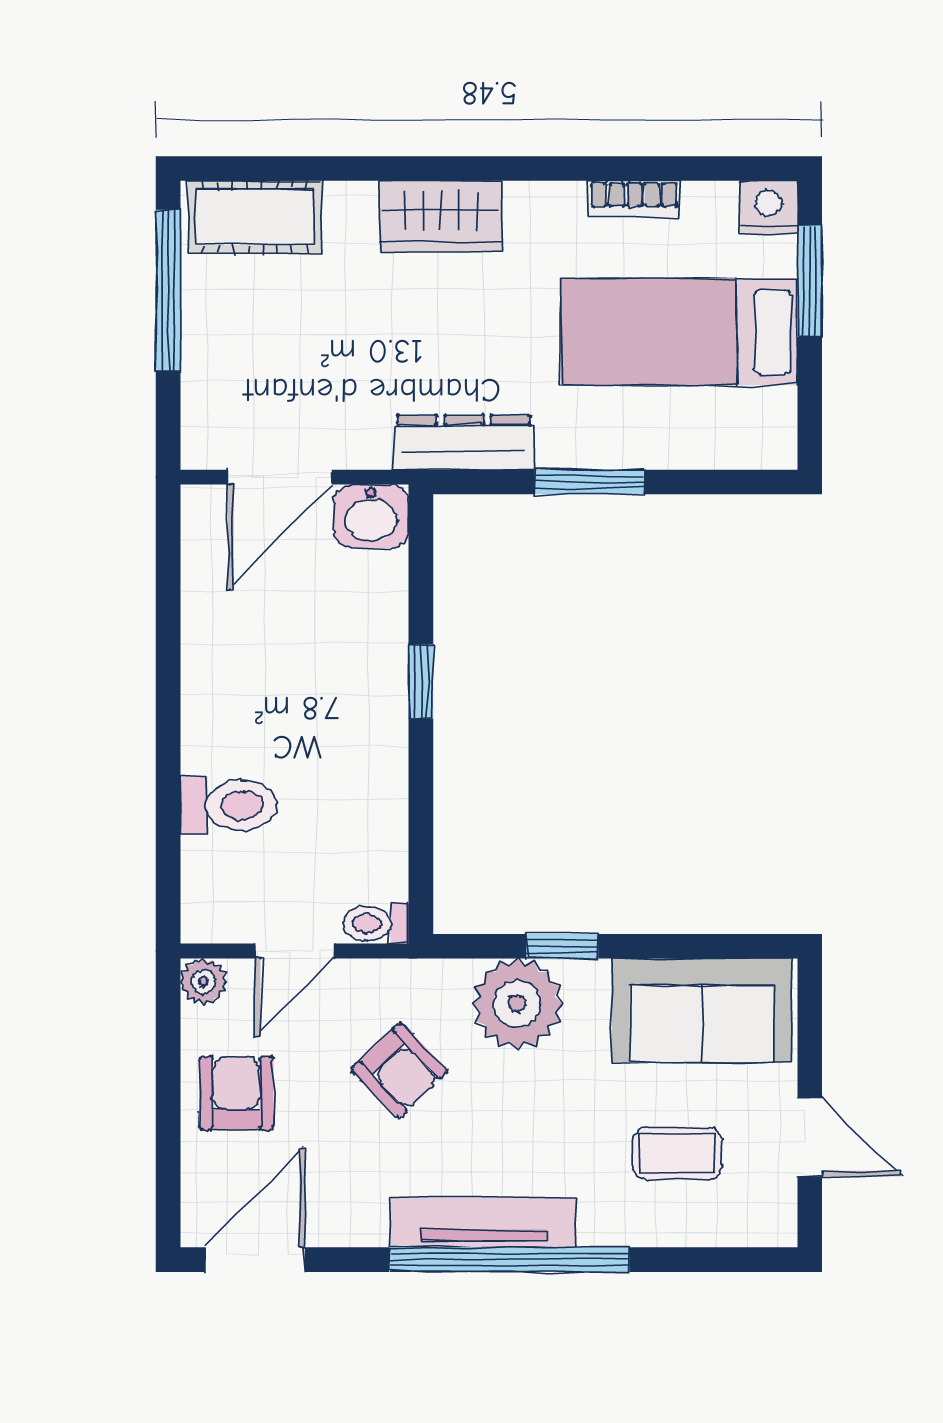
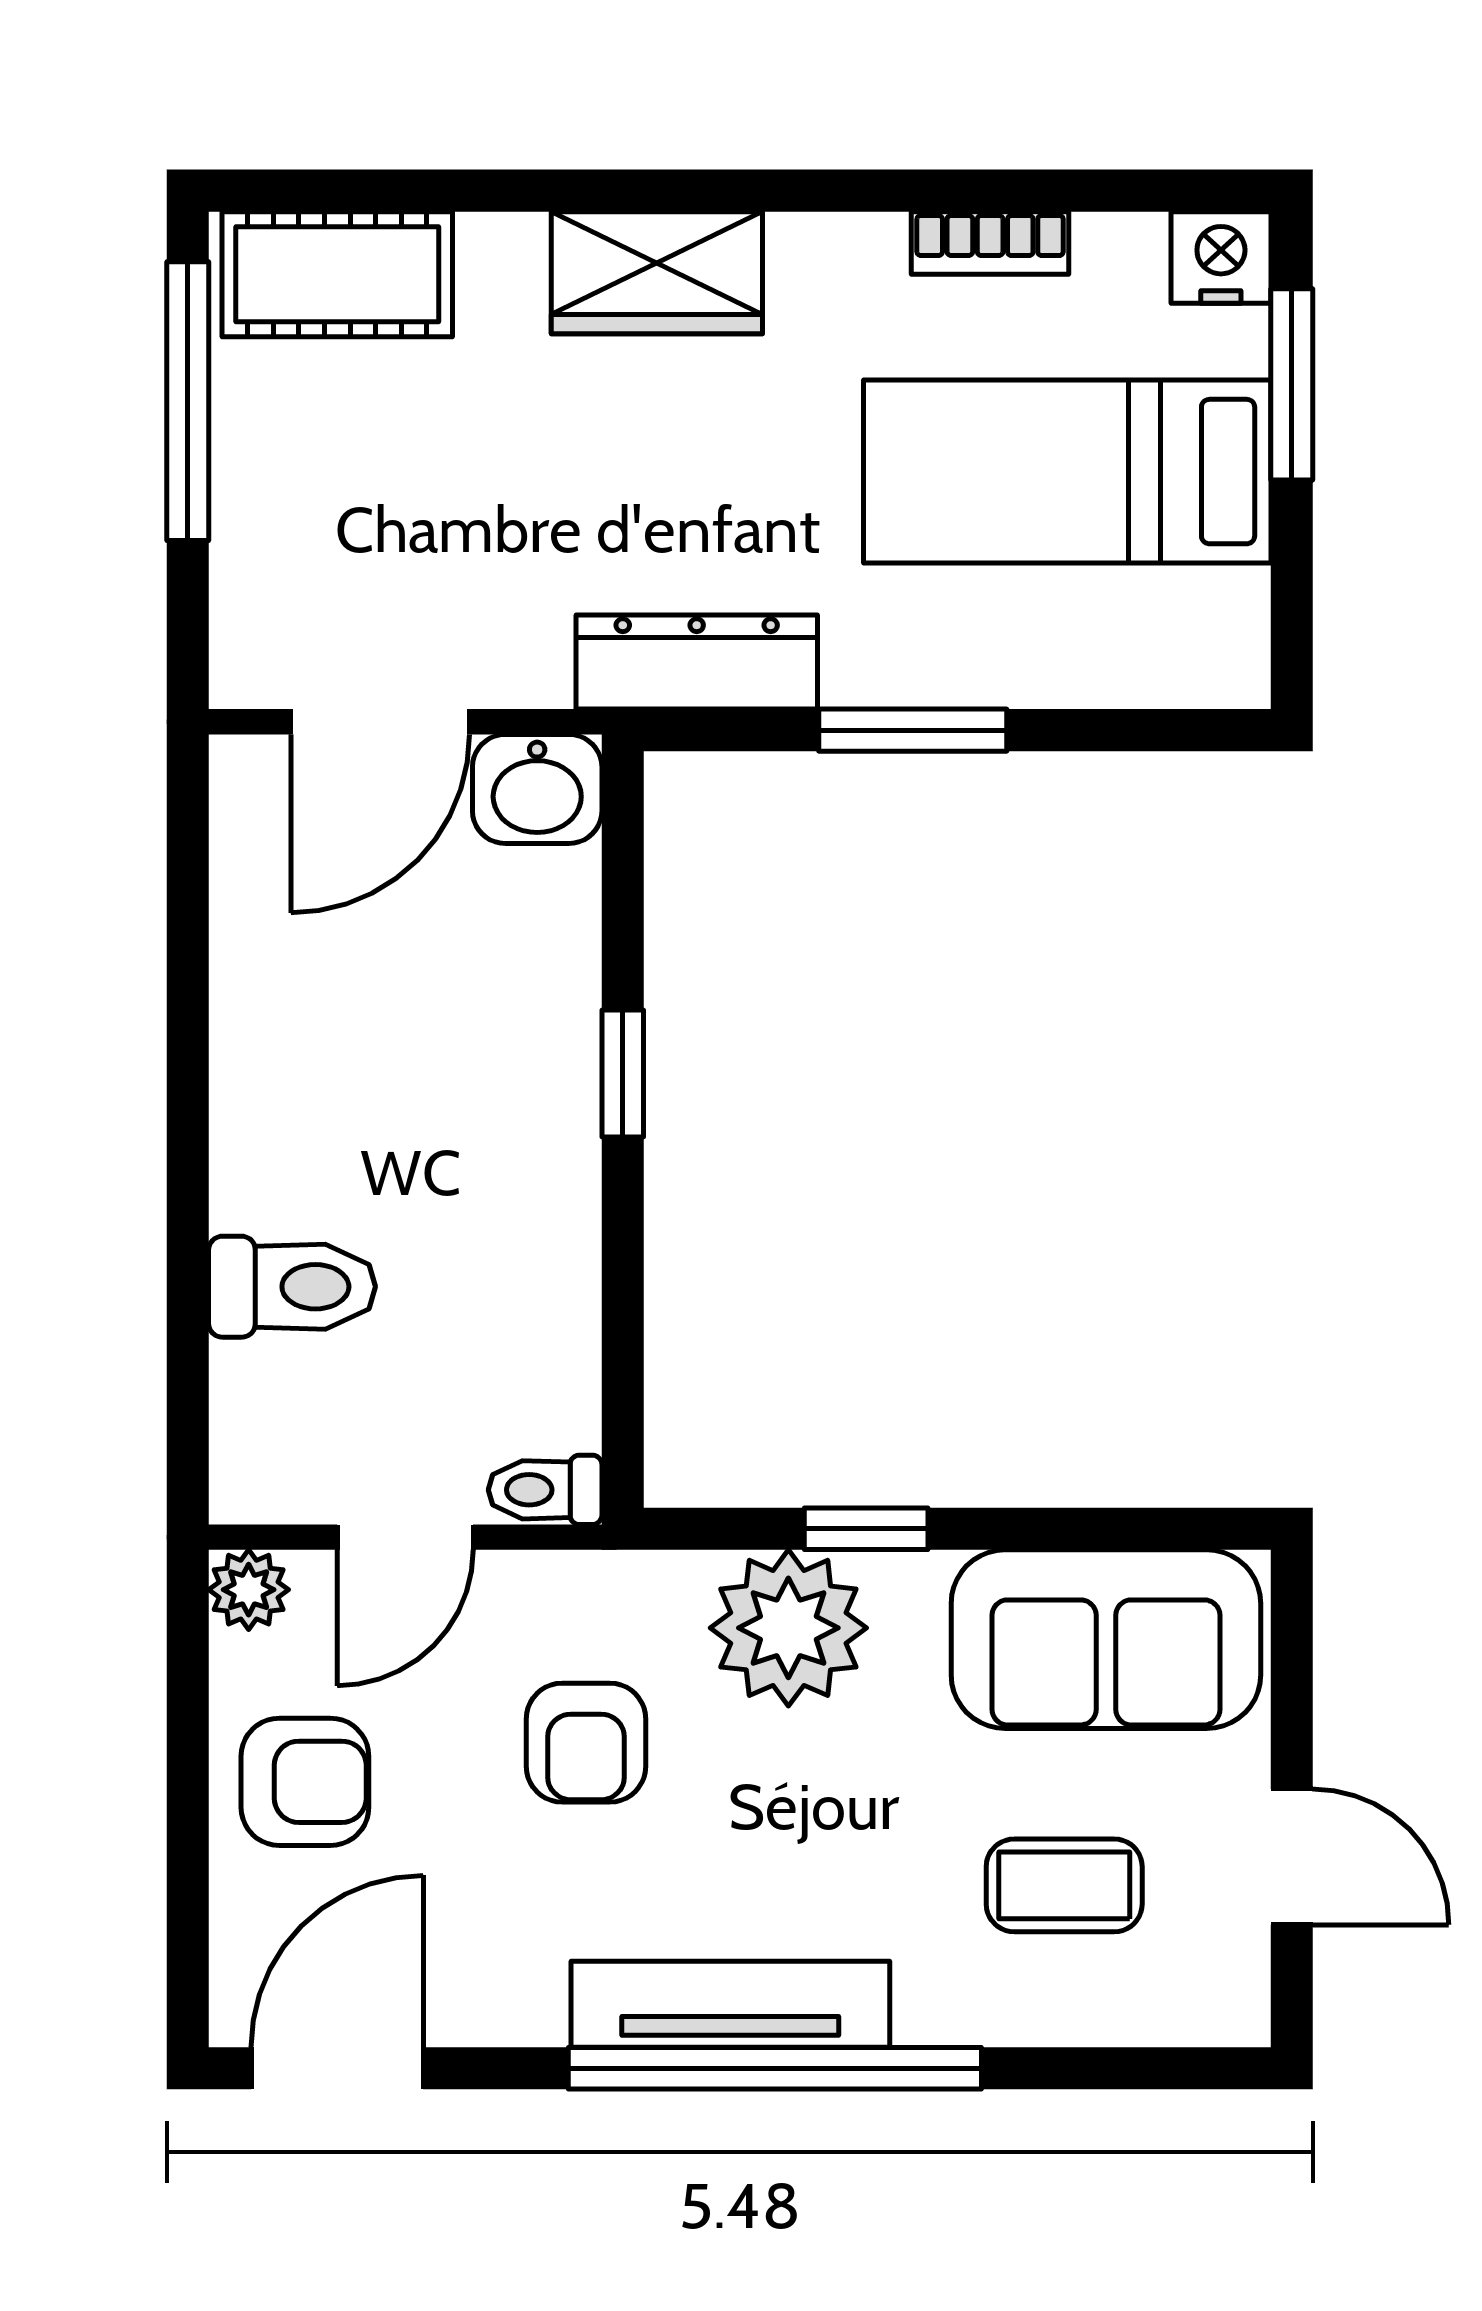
armchair: (400, 1070) -> (586, 1743), turned 44
armchair: (236, 1093) -> (305, 1782), turned 90

